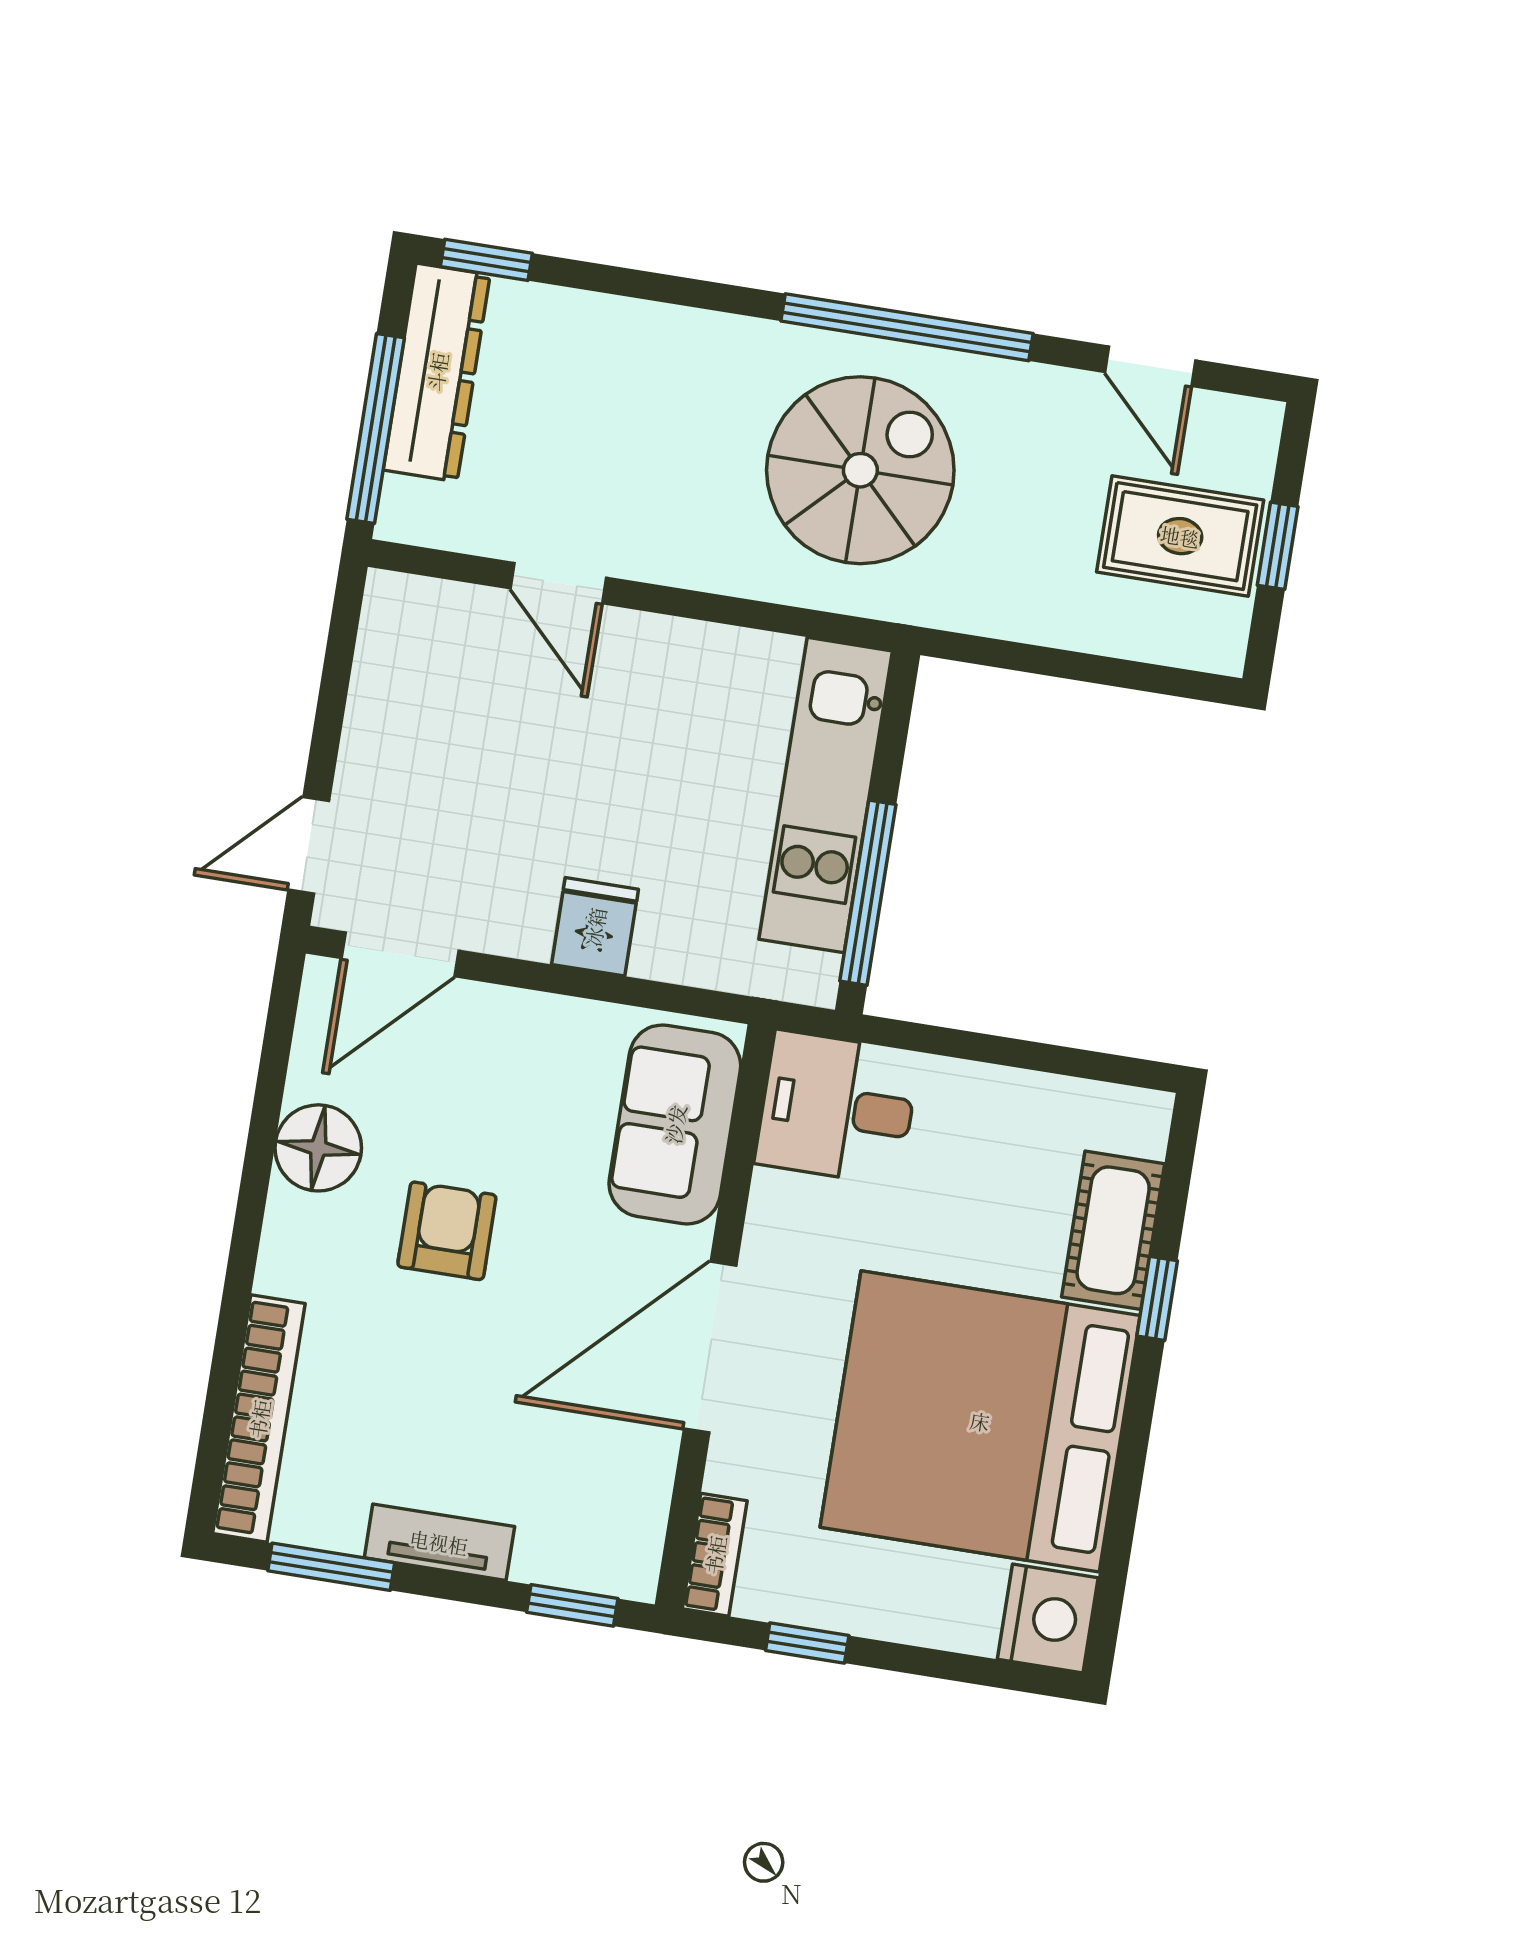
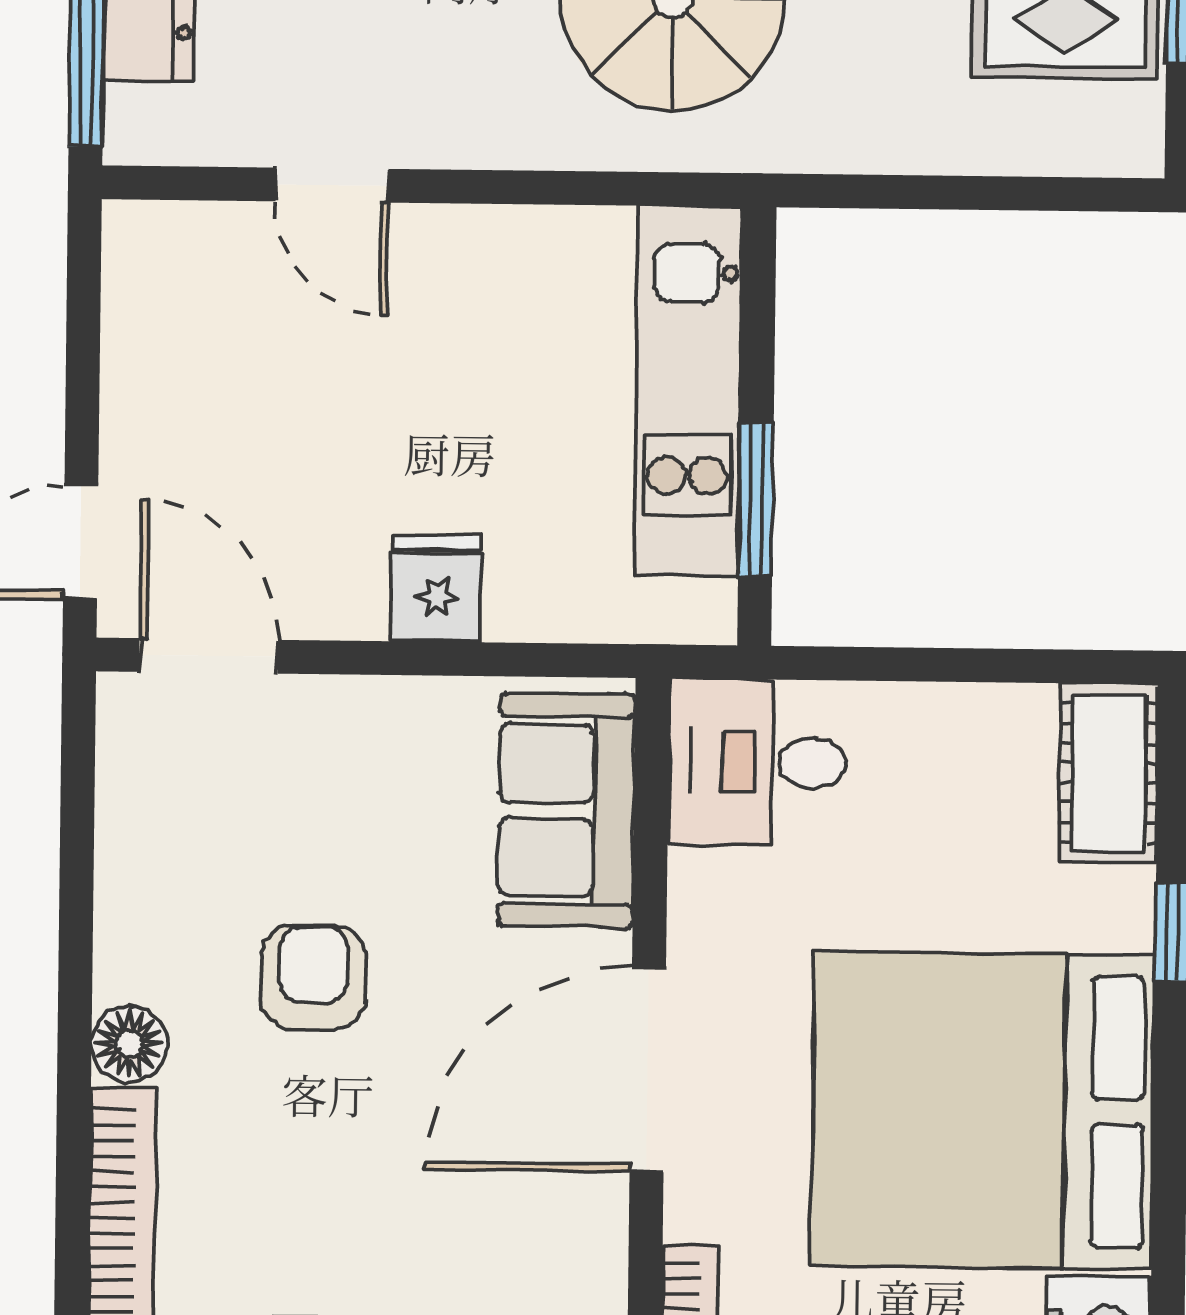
window: (868, 893) -> (756, 500), width x0.69
door: (400, 954) -> (209, 656), swing flipped
floor lamp: (318, 1148) -> (129, 1044), moved, width x0.73, depth x0.73
cot: (1113, 1230) -> (1109, 773), moved

